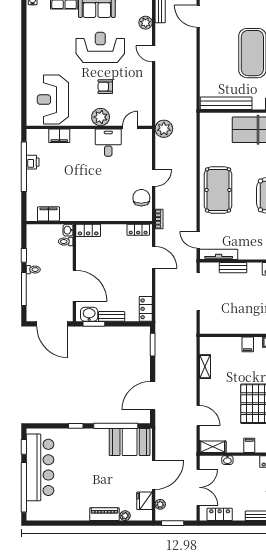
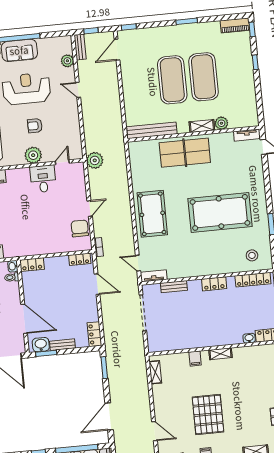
door: (198, 16) -> (117, 50), hinge flipped
tv unit: (219, 254) -> (154, 276), width x0.71
shelving: (205, 367) -> (155, 372), moved

